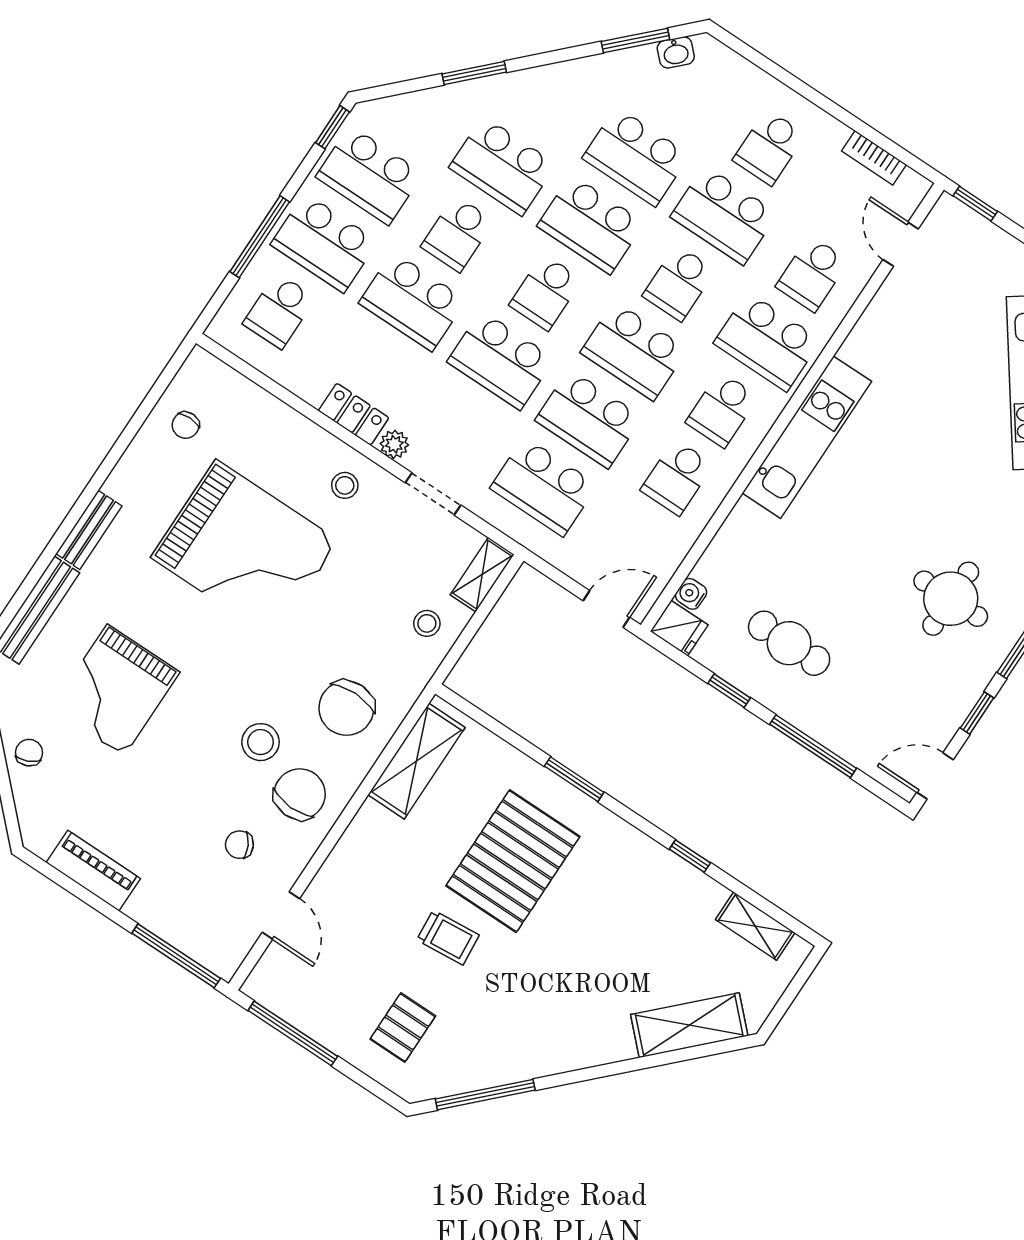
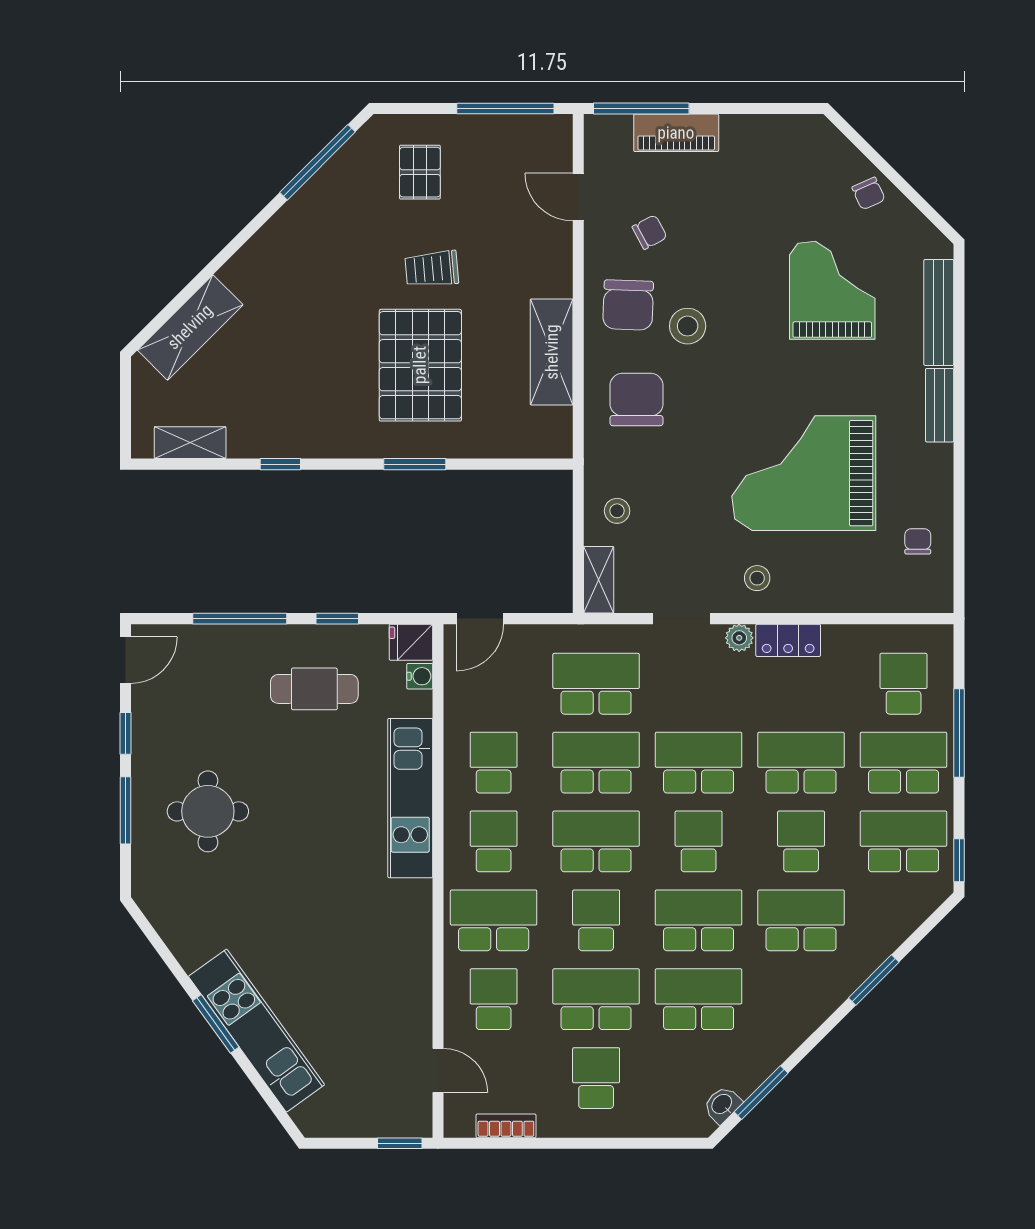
kitchen unit: (807, 437) -> (410, 798), moved
shelving: (417, 761) -> (552, 352), moved
piano: (93, 871) -> (676, 133), moved

